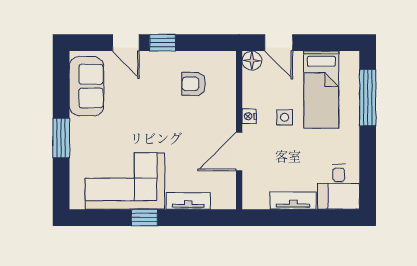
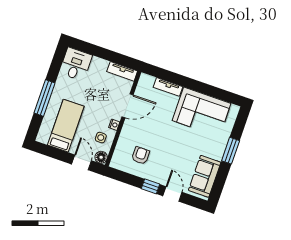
armchair: (194, 84) -> (141, 155), turned -90
window: (368, 98) -> (44, 98), moved
side table: (285, 117) -> (101, 138), moved
tv unit: (293, 201) -> (122, 71), moved
window: (144, 218) -> (198, 86), removed

